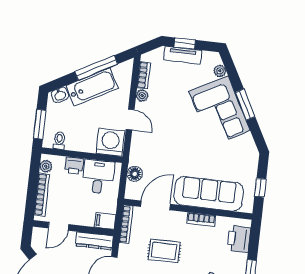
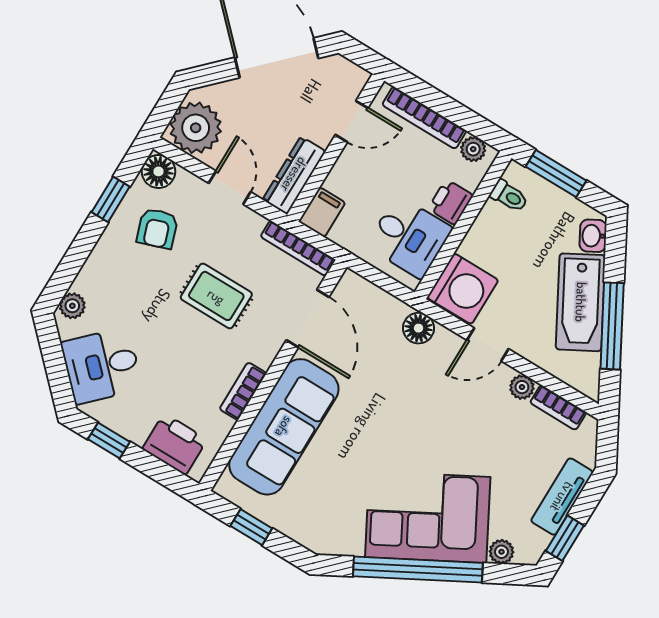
window: (185, 43) -> (565, 538), moved
window: (245, 105) -> (418, 570), width x2.11
floor lamp: (135, 174) -> (419, 328), moved
door: (58, 226) -> (352, 121), swing flipped
rug: (164, 251) -> (216, 296), turned 90

